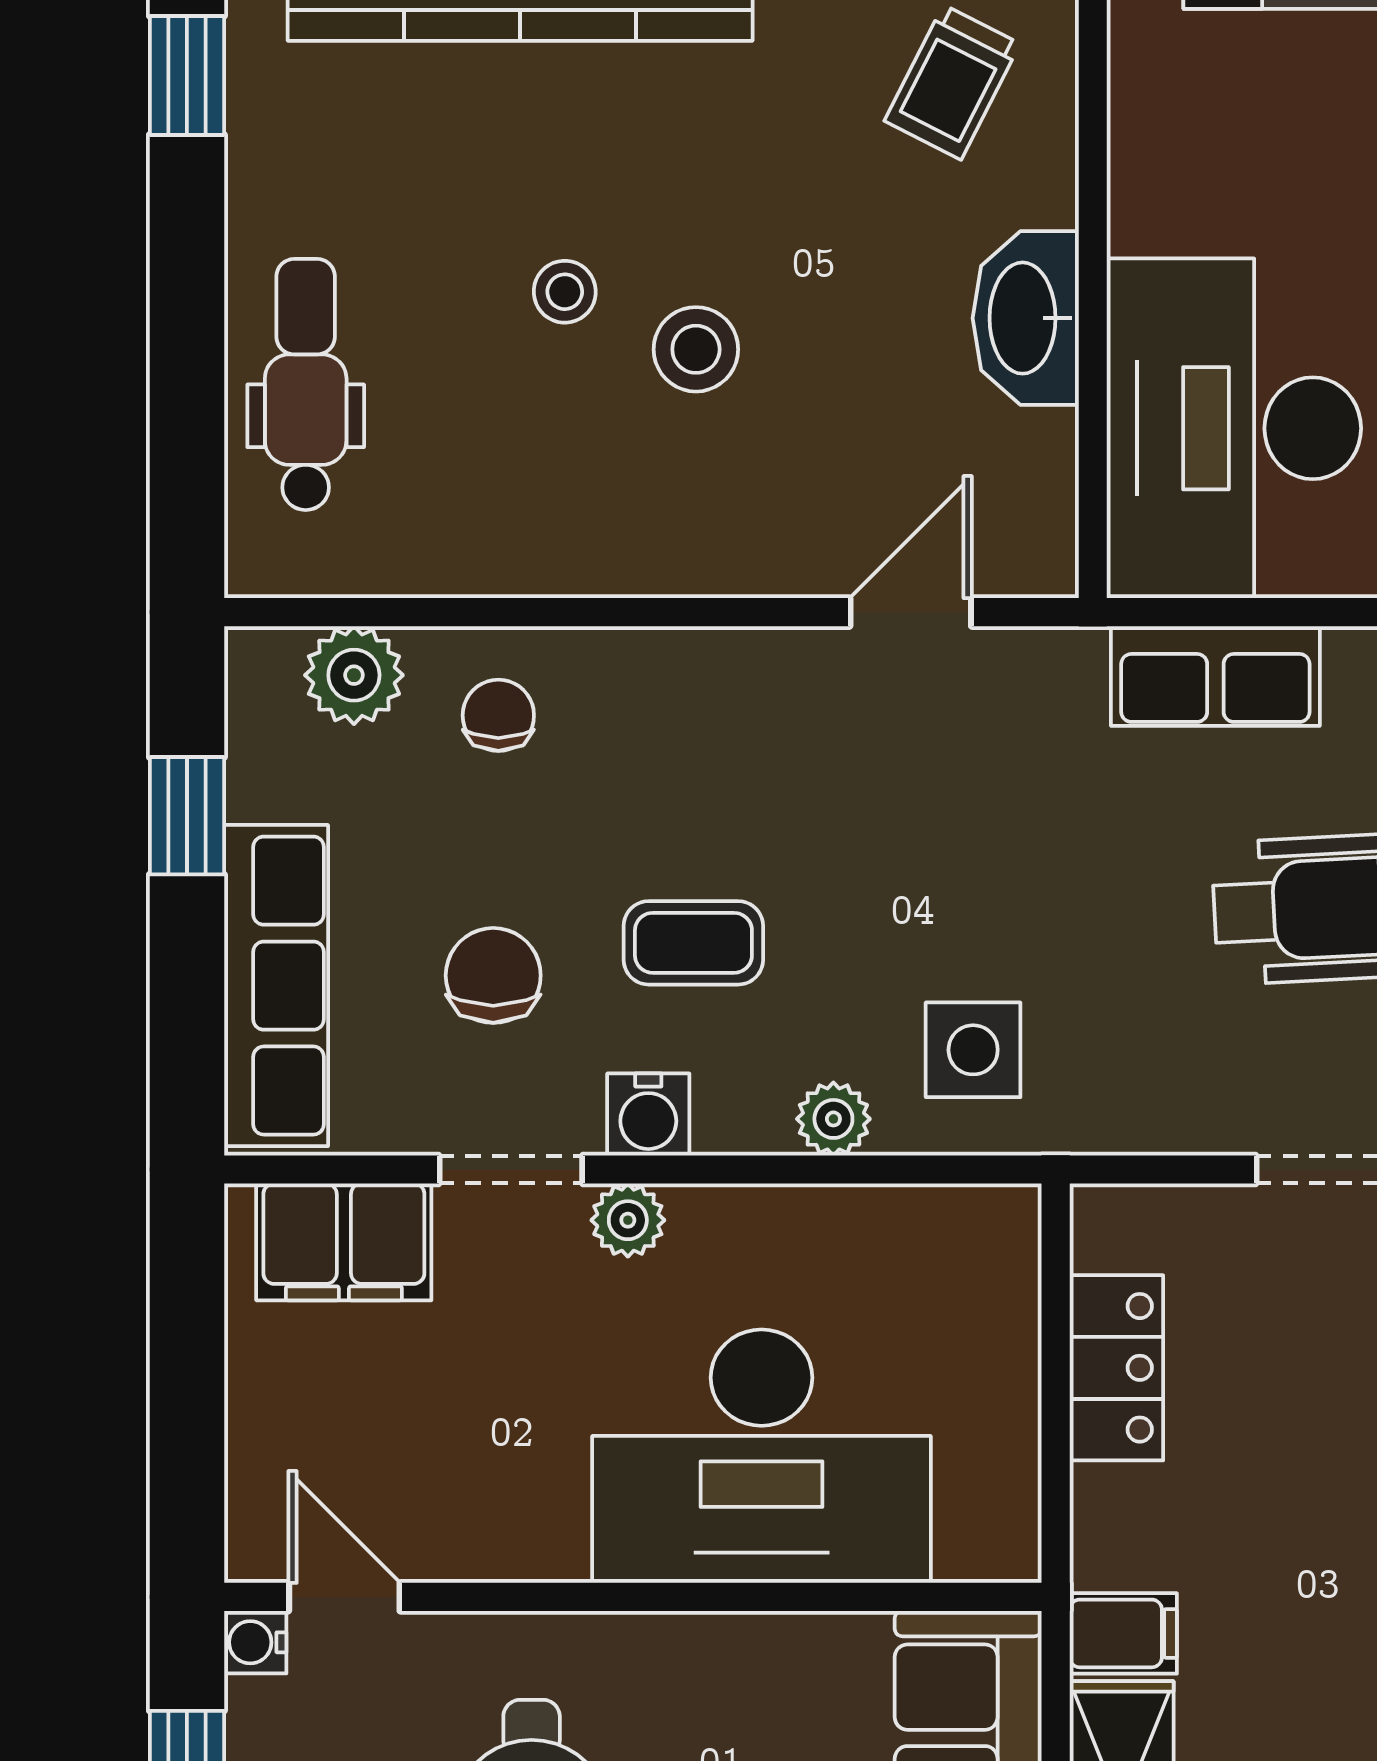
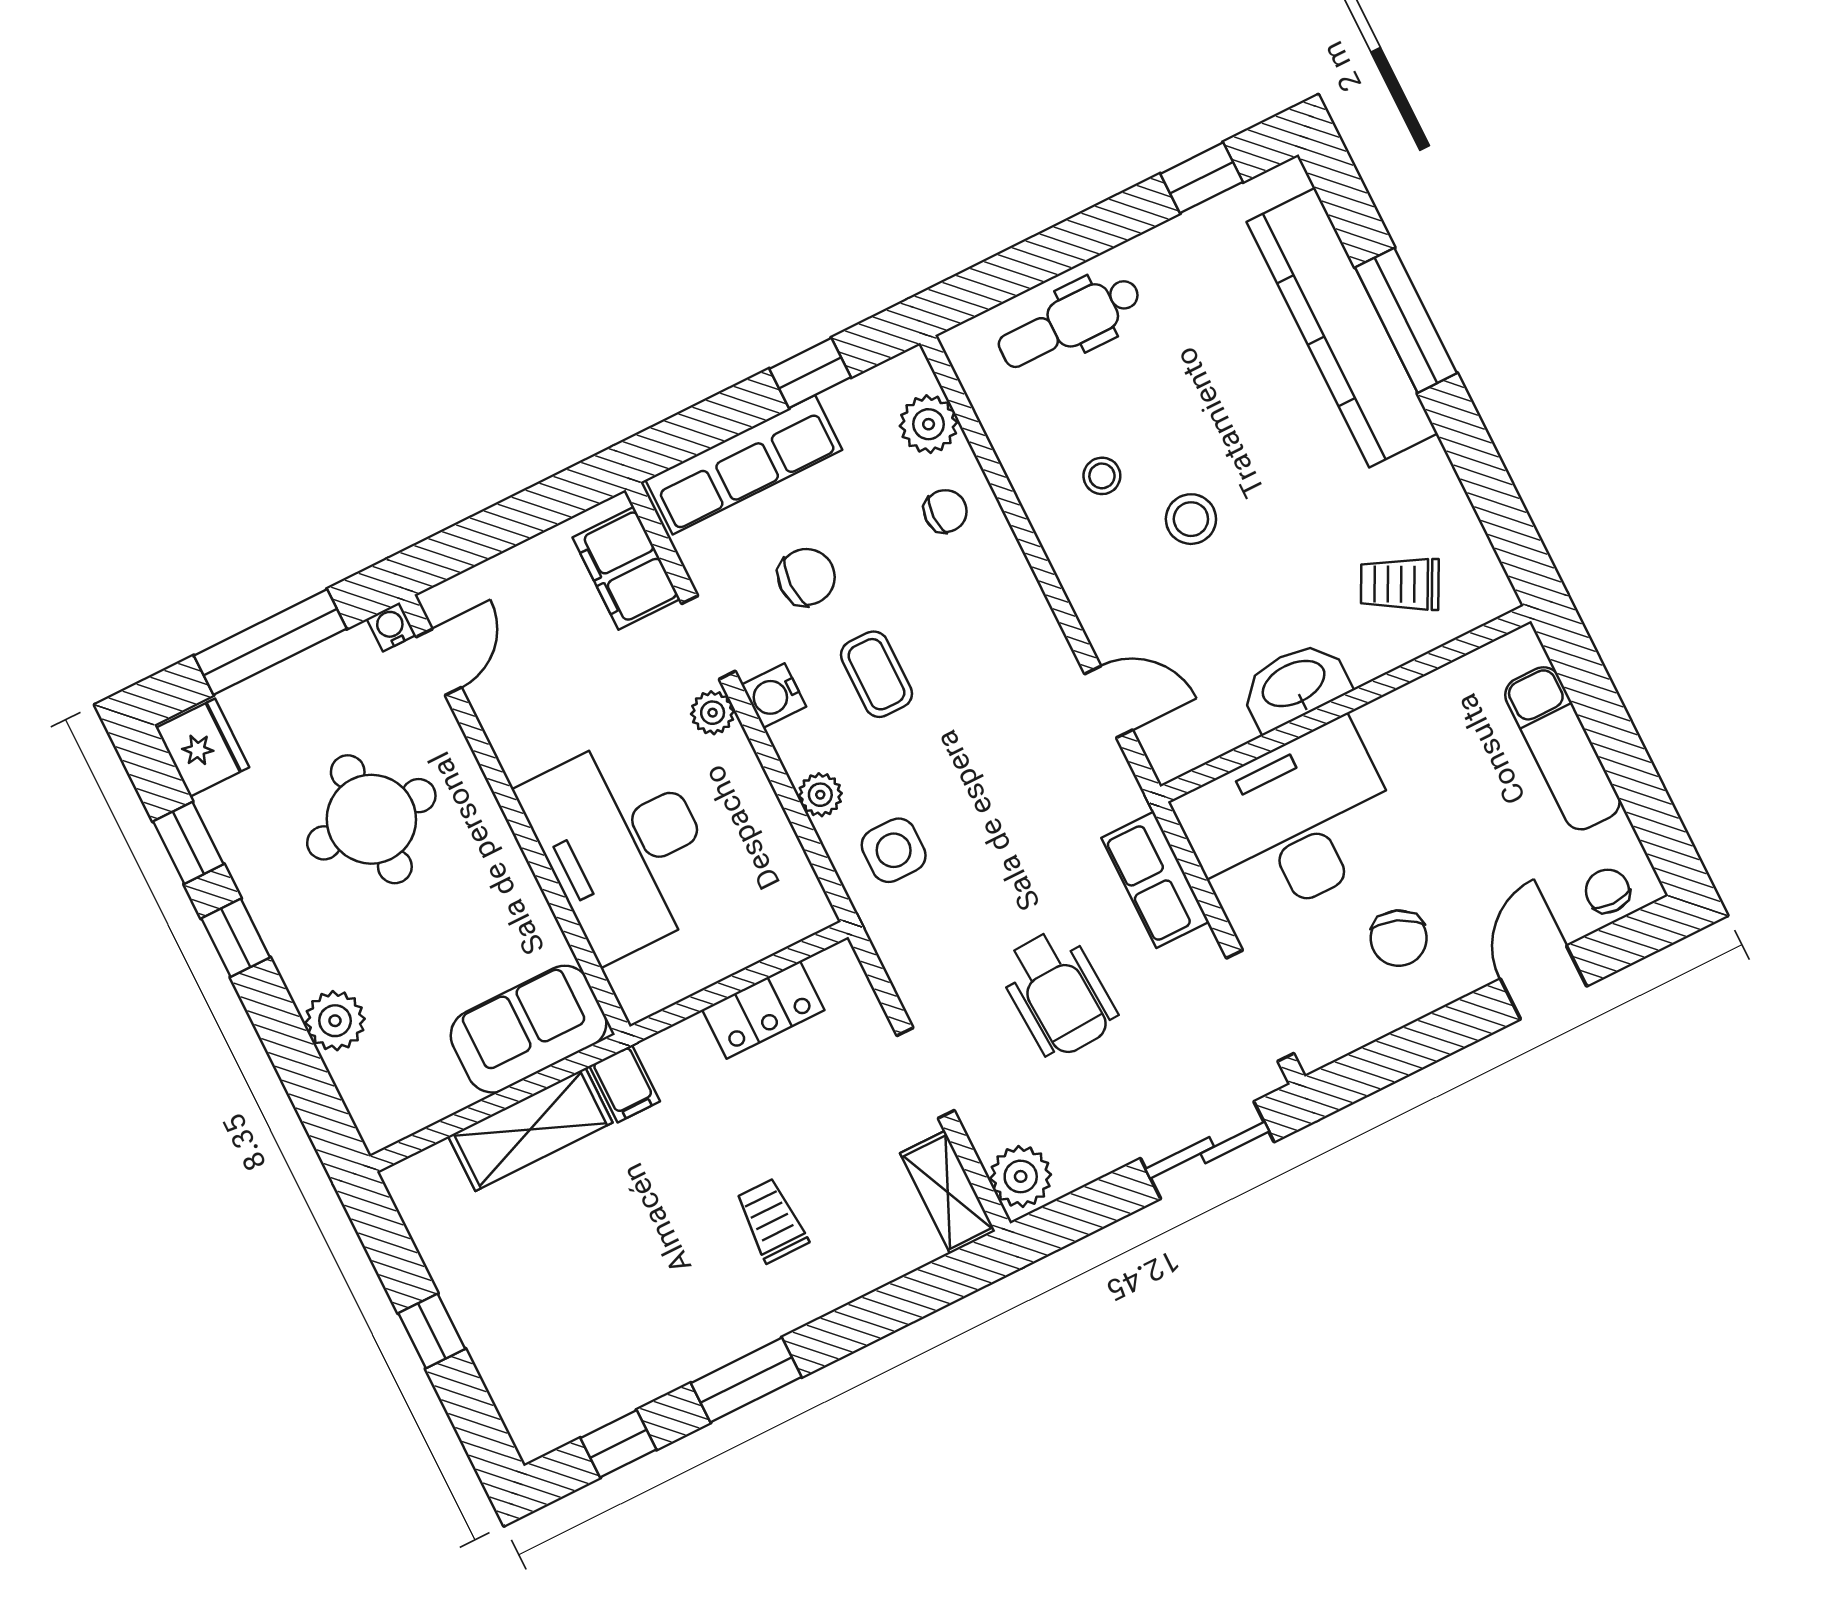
stool: (565, 292) -> (1102, 476), moved
dental chair: (306, 384) -> (1069, 322), turned 180

